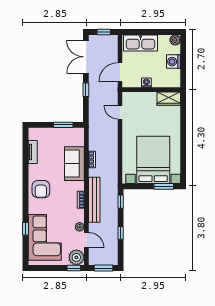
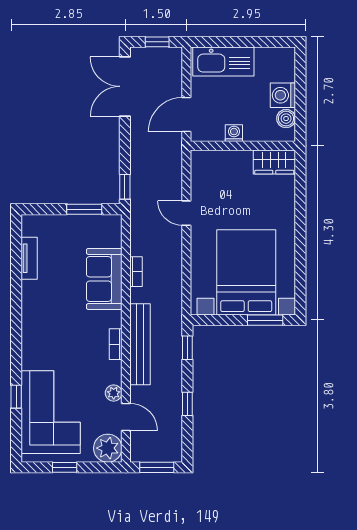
boiler: (175, 40) -> (286, 119), moved
window: (86, 90) -> (125, 187), moved
door: (120, 112) -> (186, 213), moved
armchair: (41, 189) -> (44, 325), removed
window: (74, 268) -> (65, 467), moved

